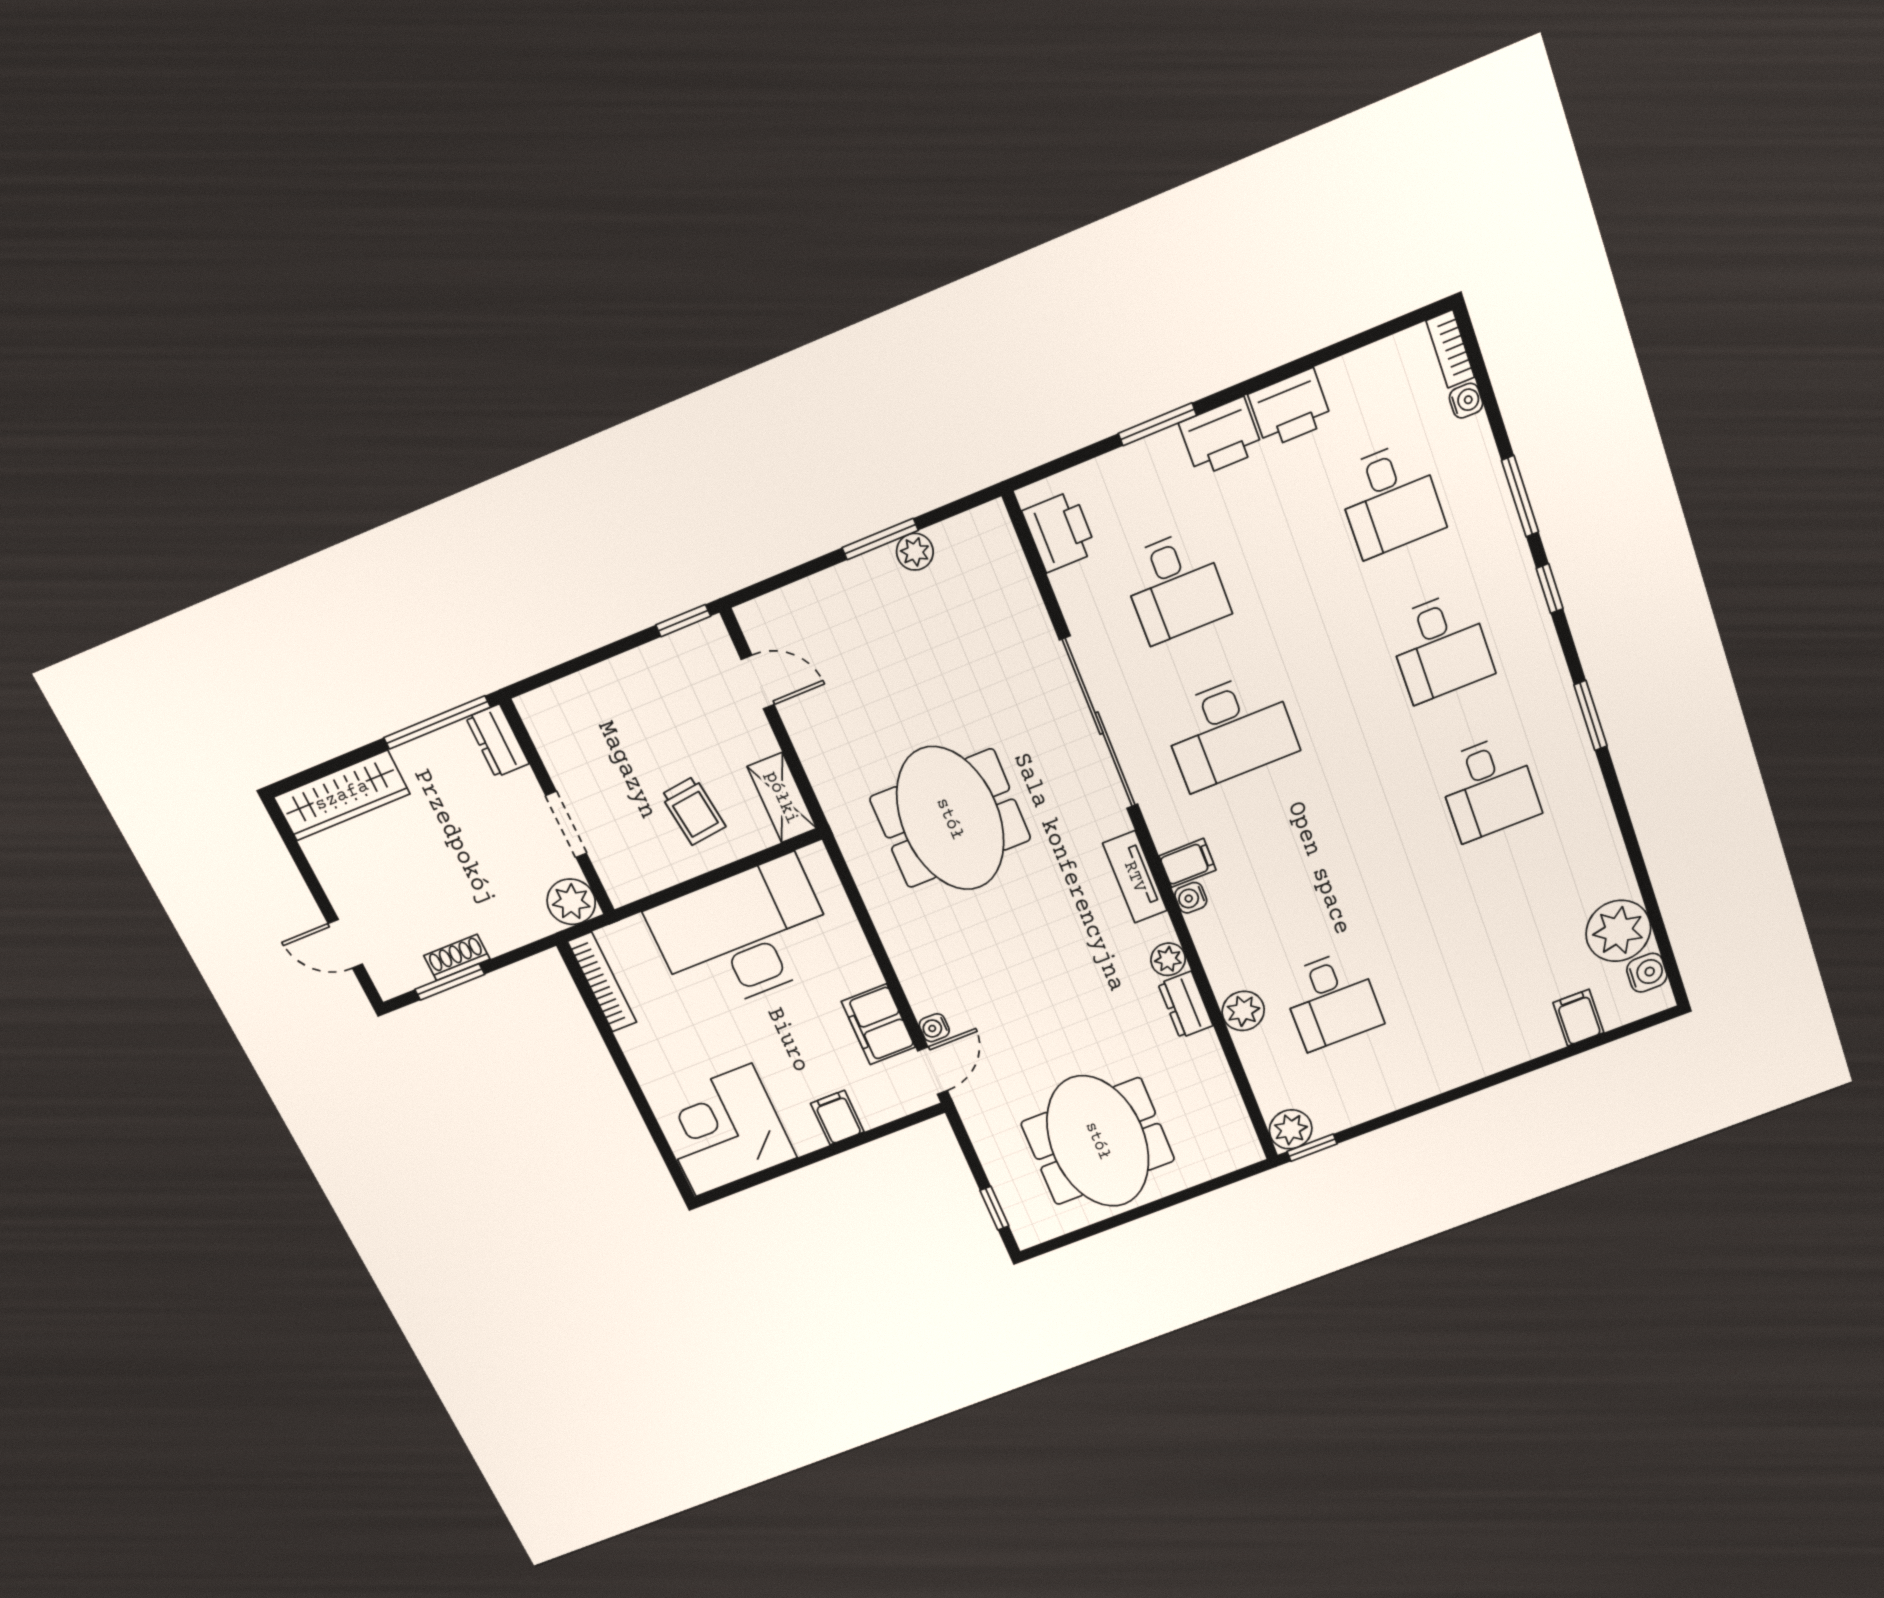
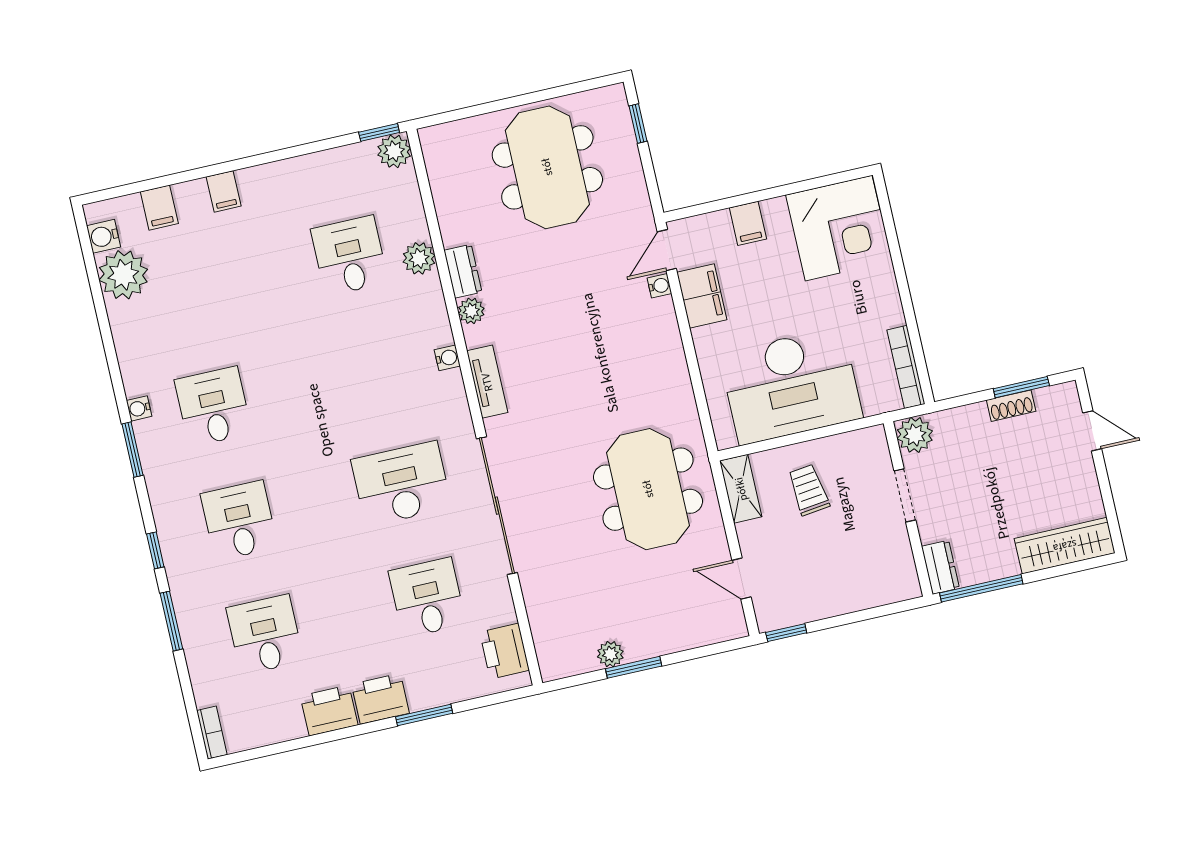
water cooler: (1466, 401) -> (139, 408), moved
meeting table: (950, 819) -> (648, 489), moved
filing cabinet: (1187, 863) -> (224, 191), moved, turned -90

